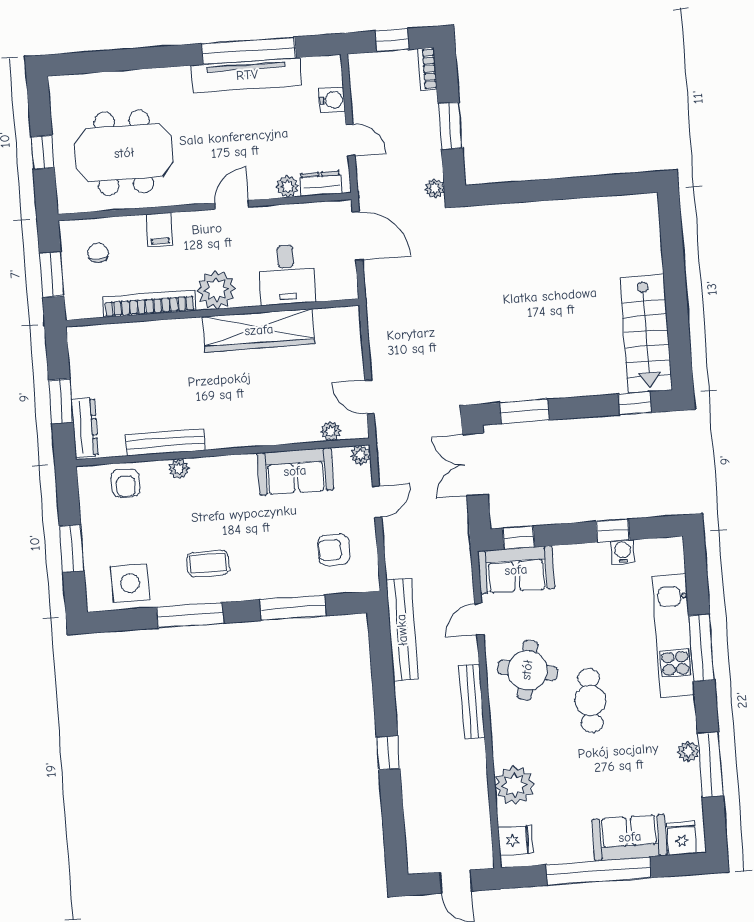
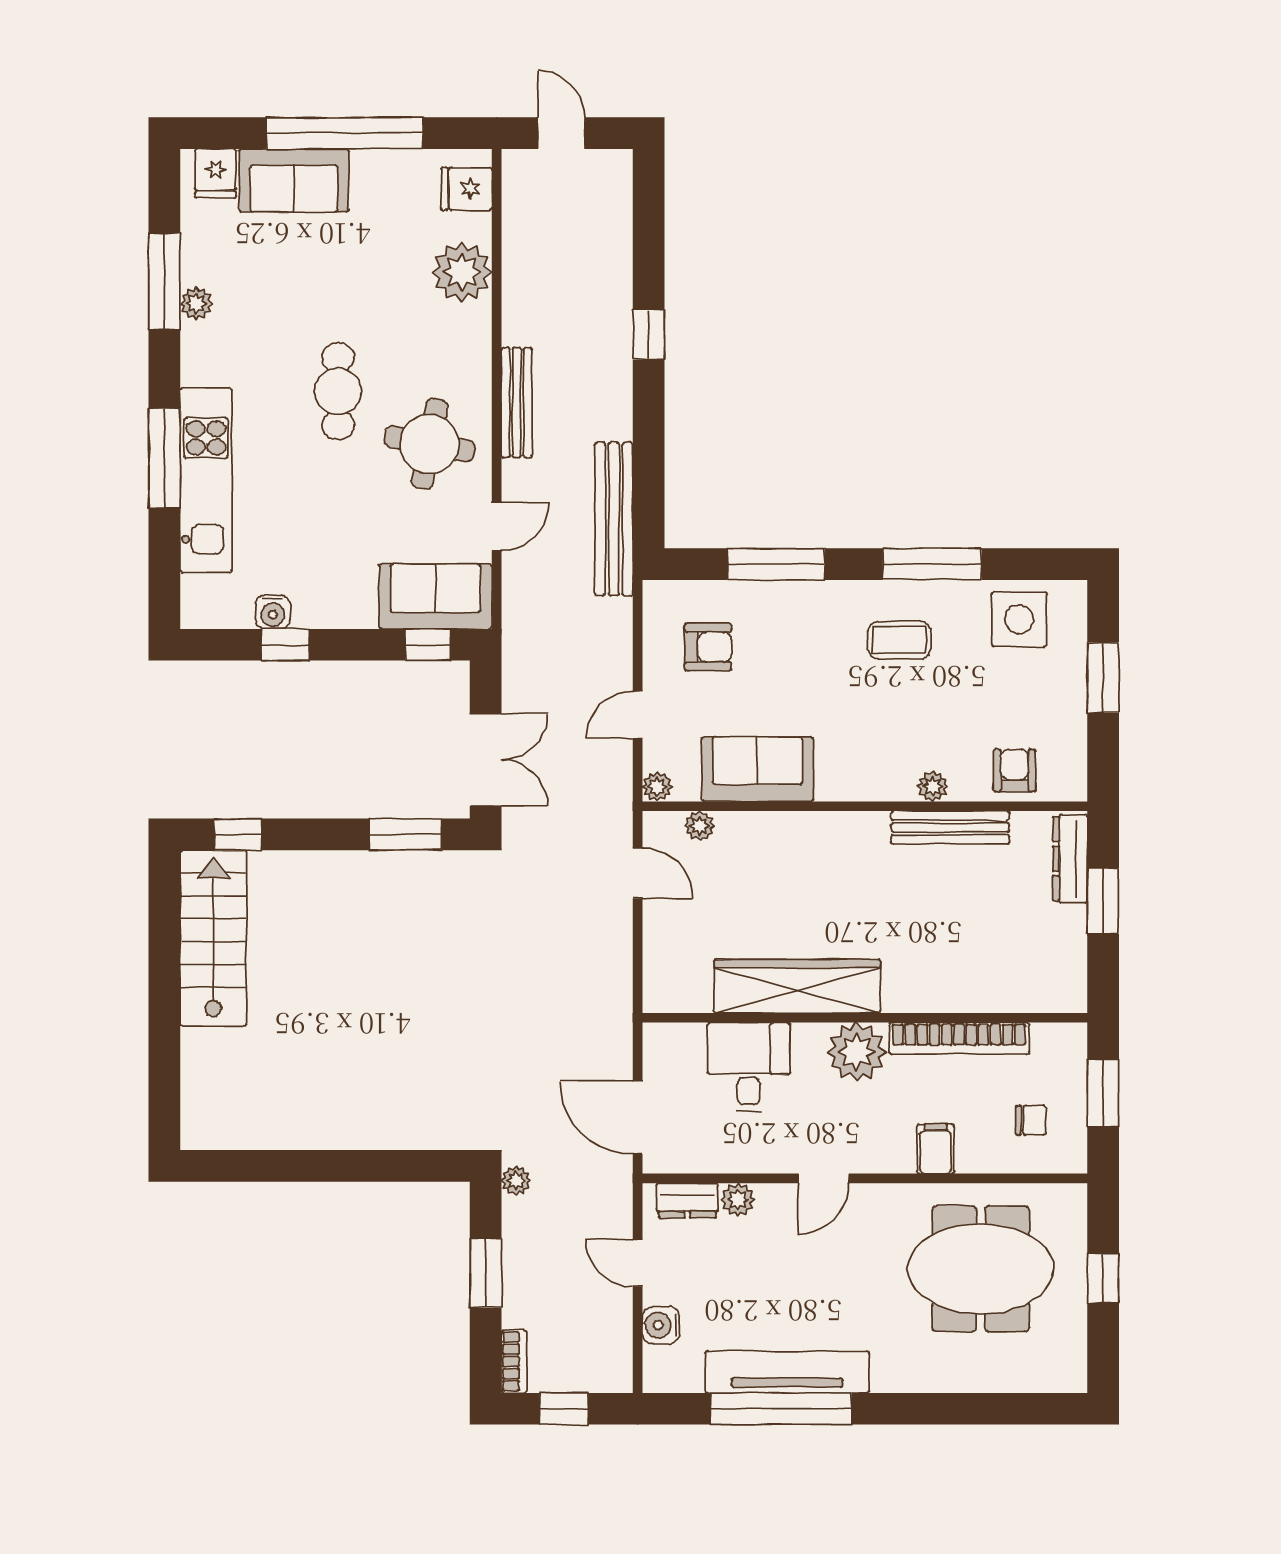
chair: (98, 253) -> (1031, 1120), turned -90

